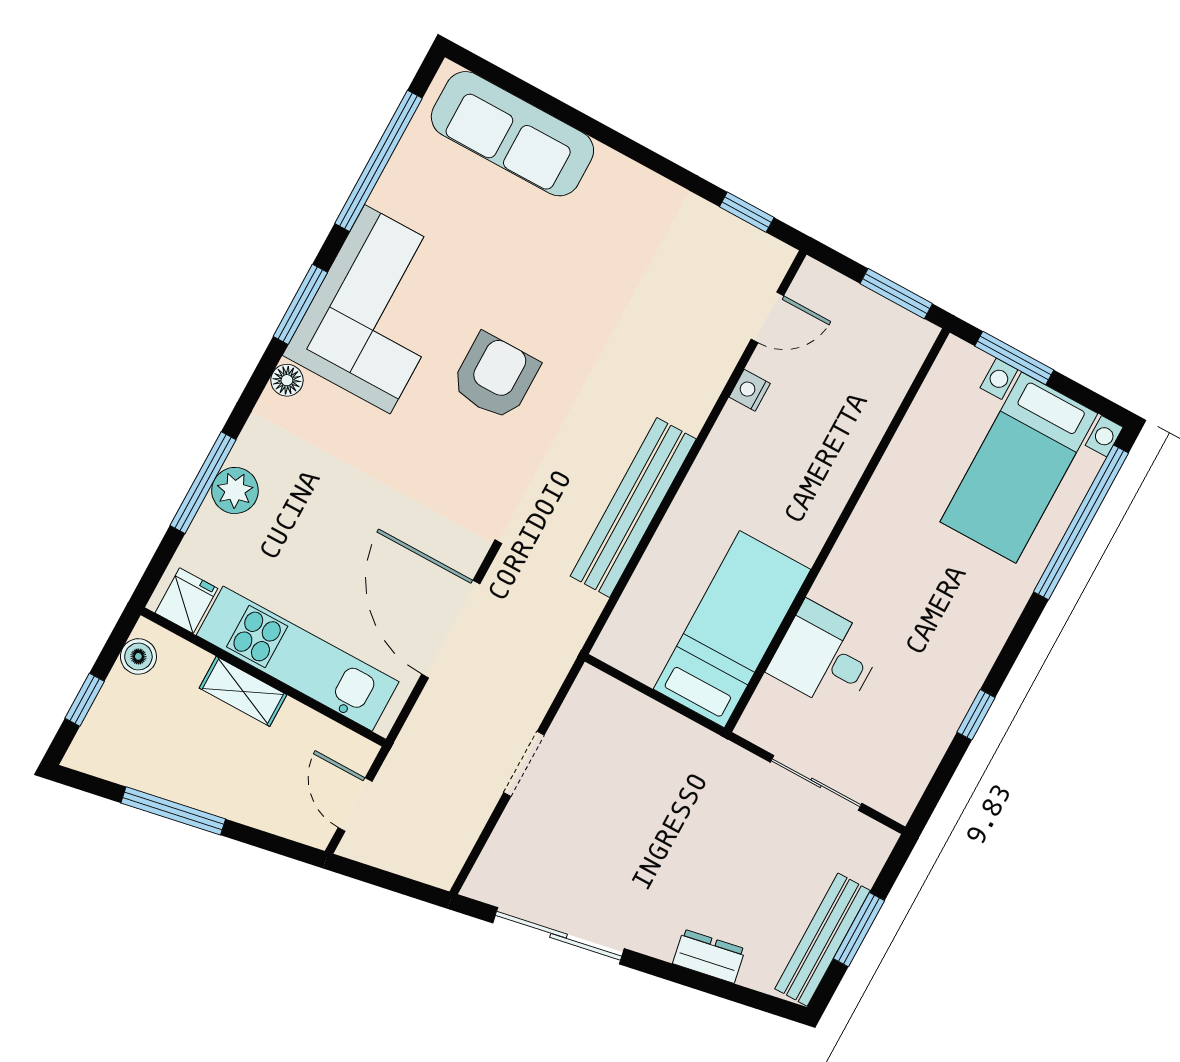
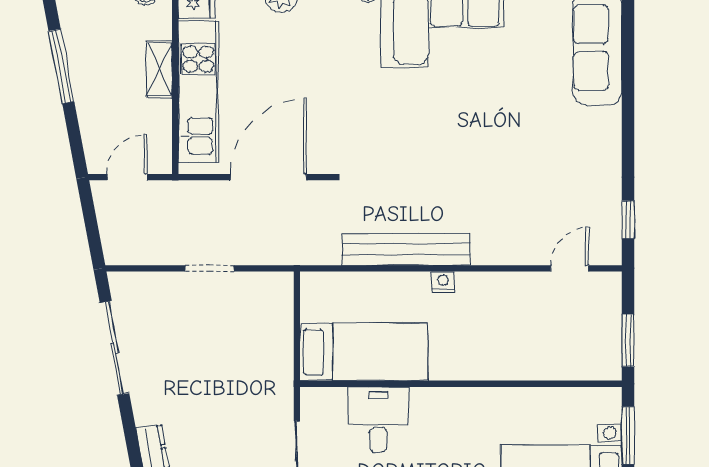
door: (767, 317) -> (570, 268), swing flipped
armchair: (495, 376) -> (441, 119), removed
nightstand: (750, 390) -> (443, 282), moved

